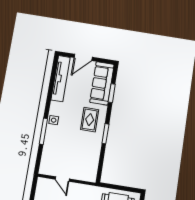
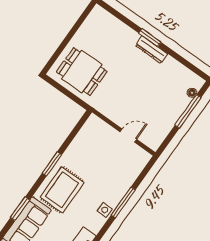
rug: (90, 120) -> (62, 190), width x1.36, depth x1.43
door: (62, 179) -> (128, 136), hinge flipped

